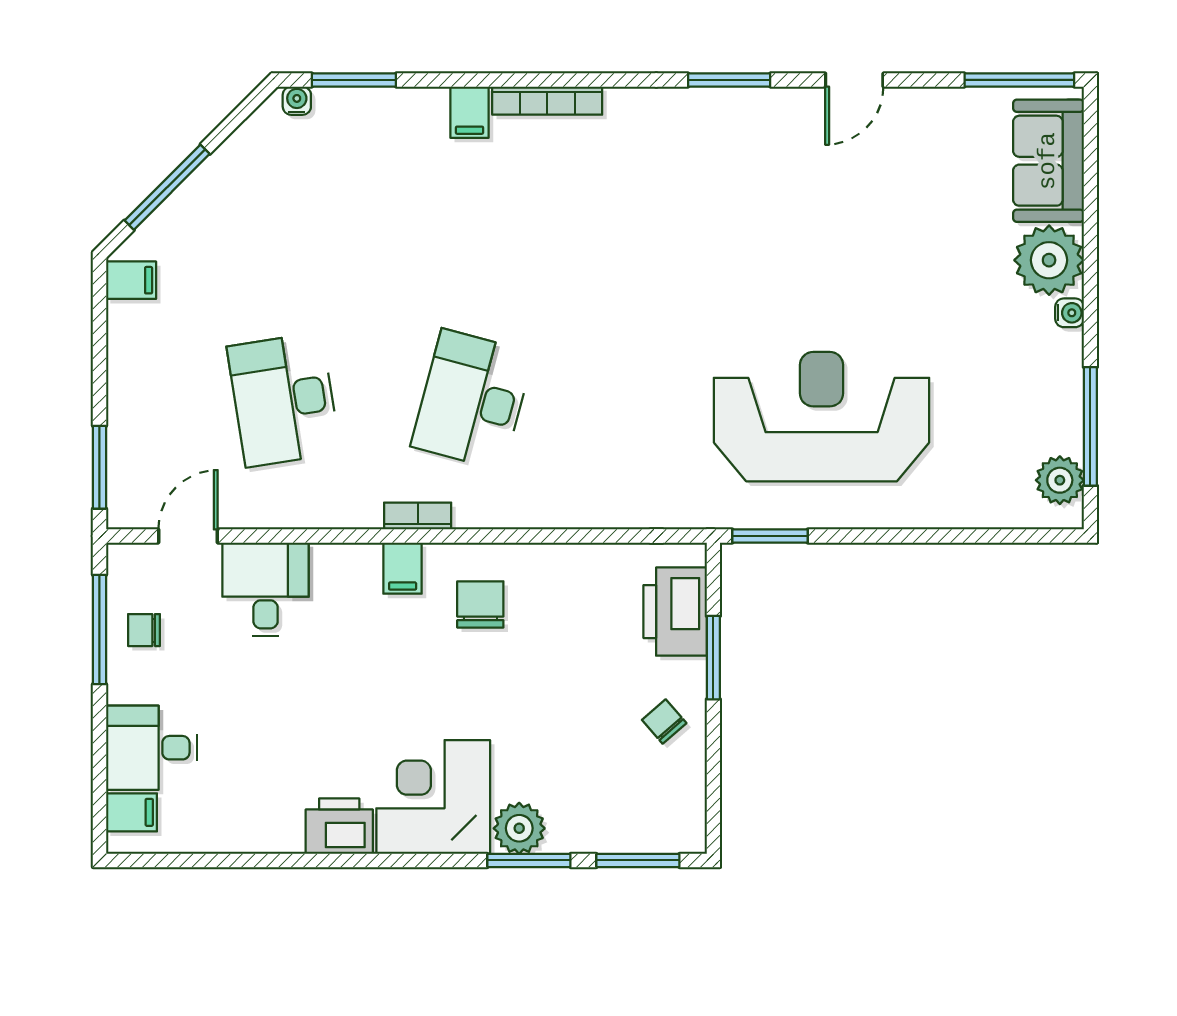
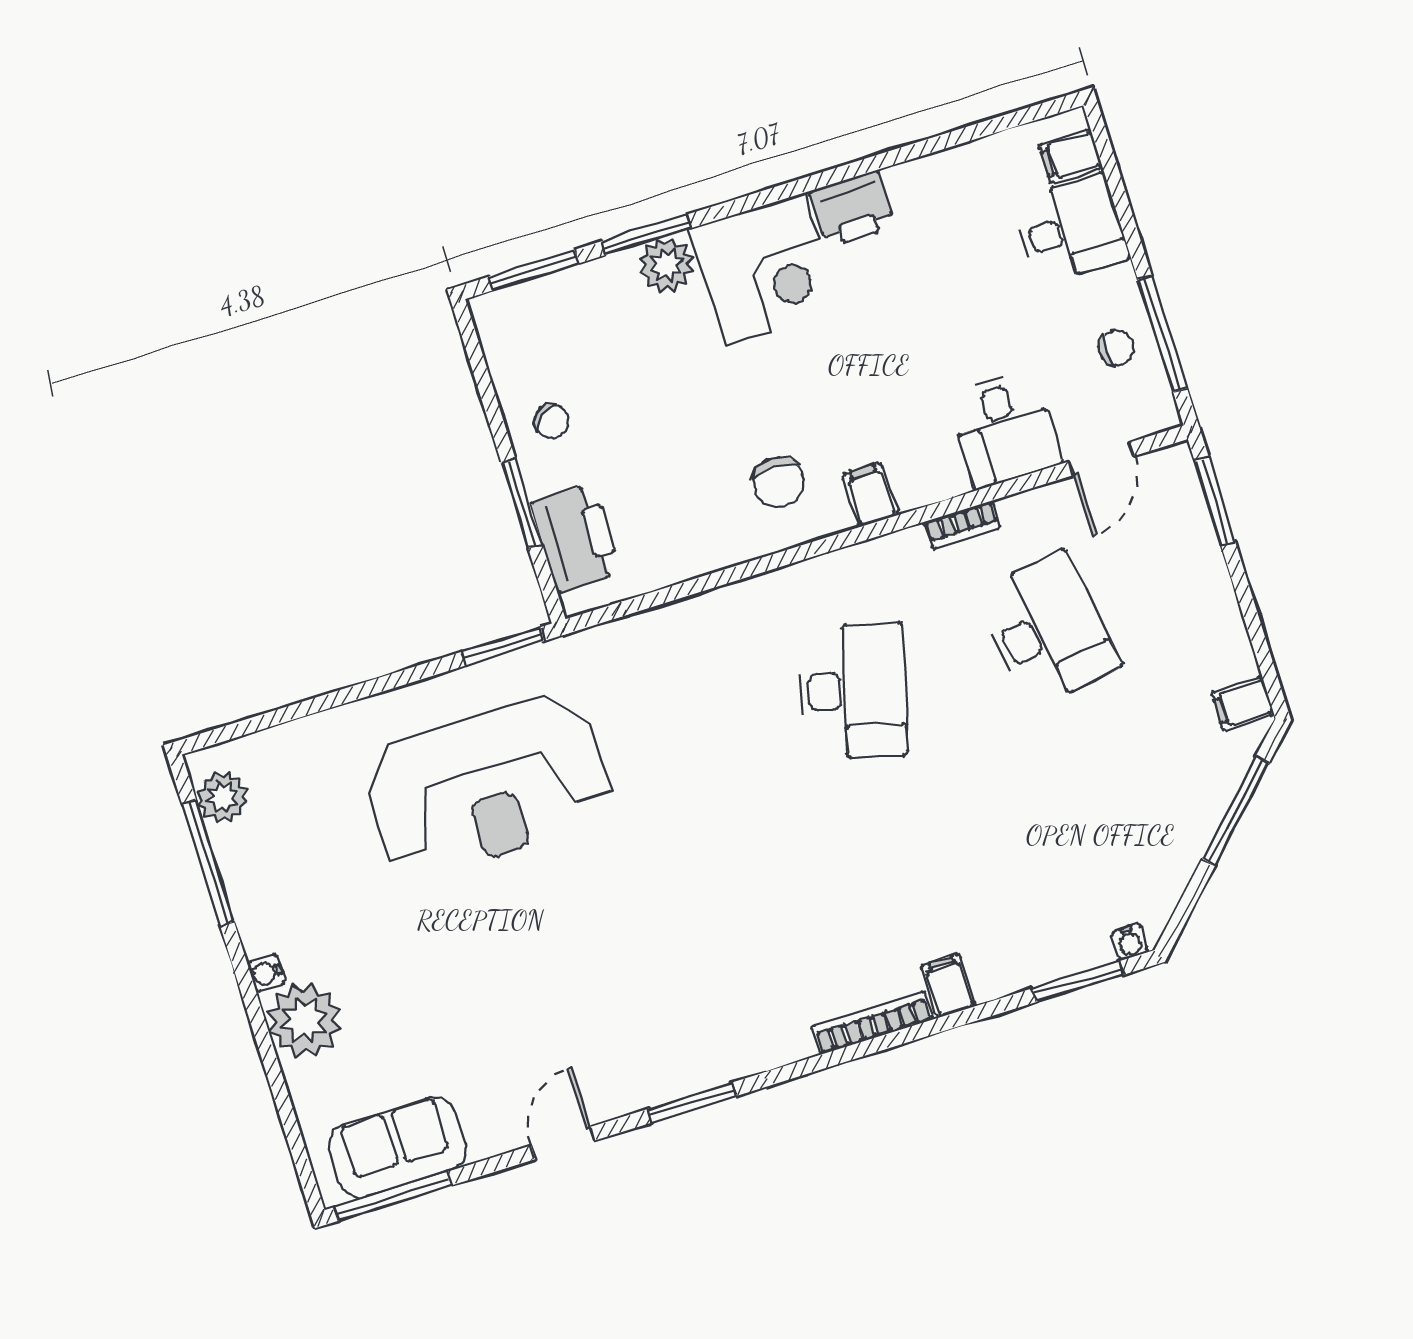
sofa: (1048, 161) -> (397, 1147), moved, turned -90
bookcase: (418, 516) -> (962, 525), moved

